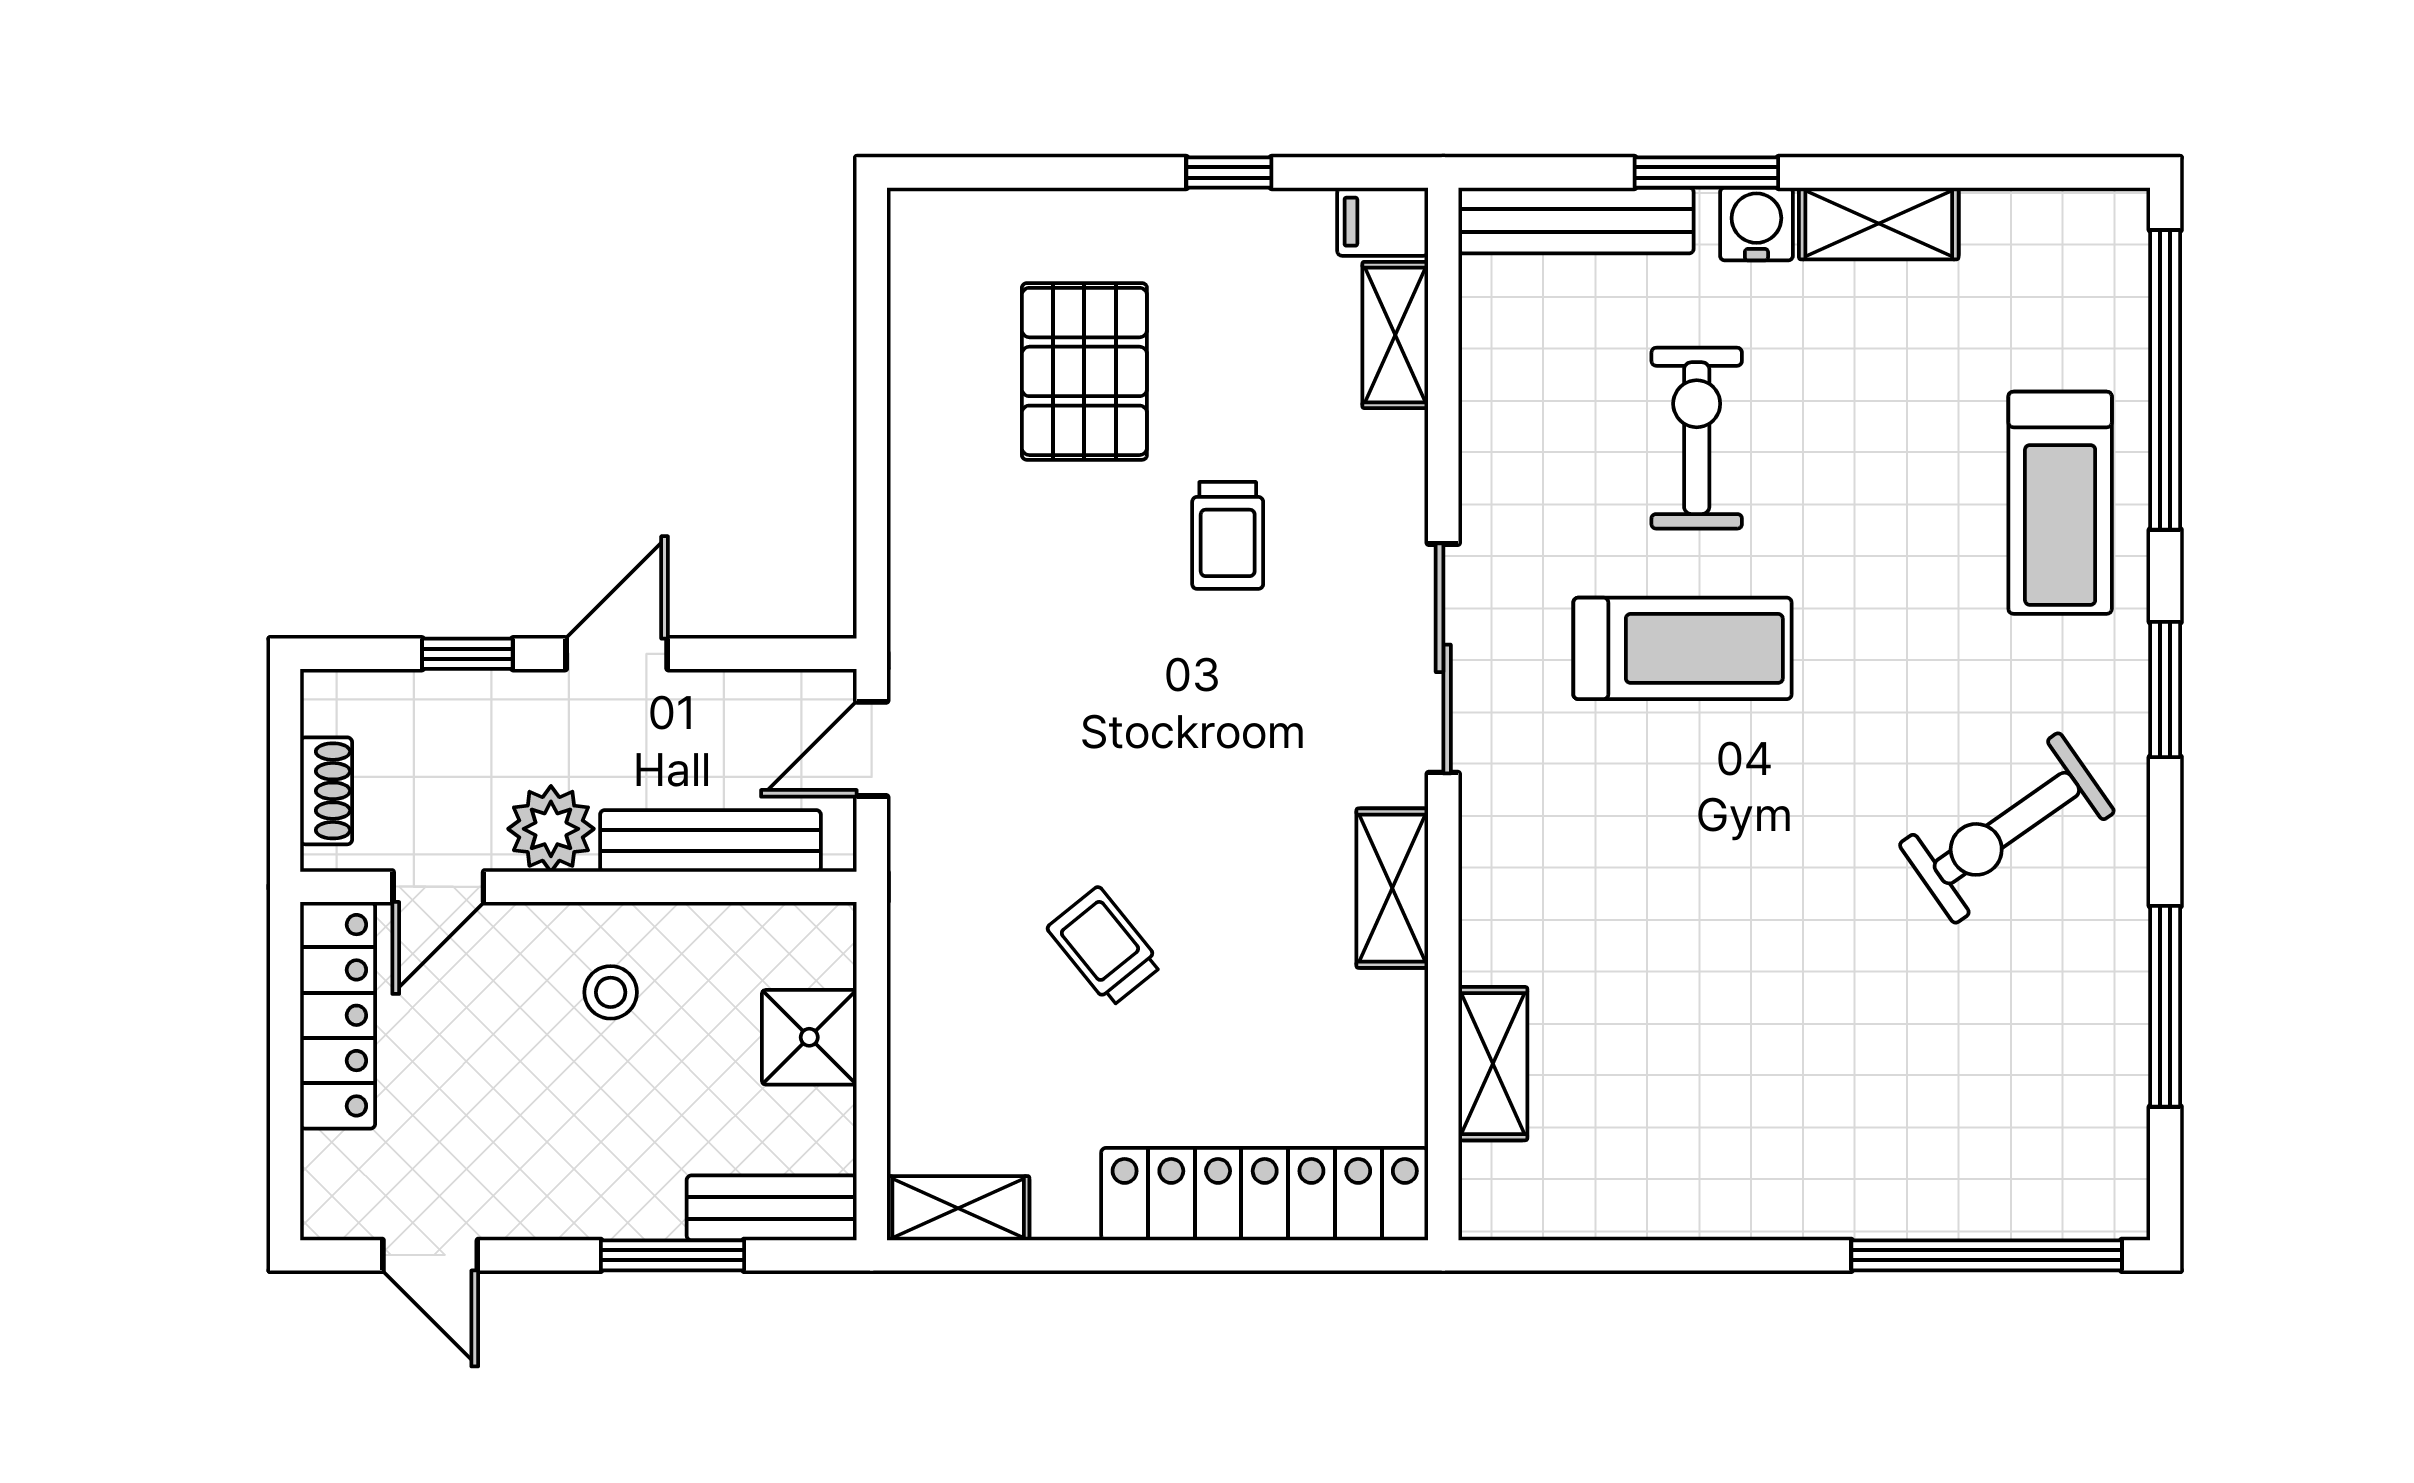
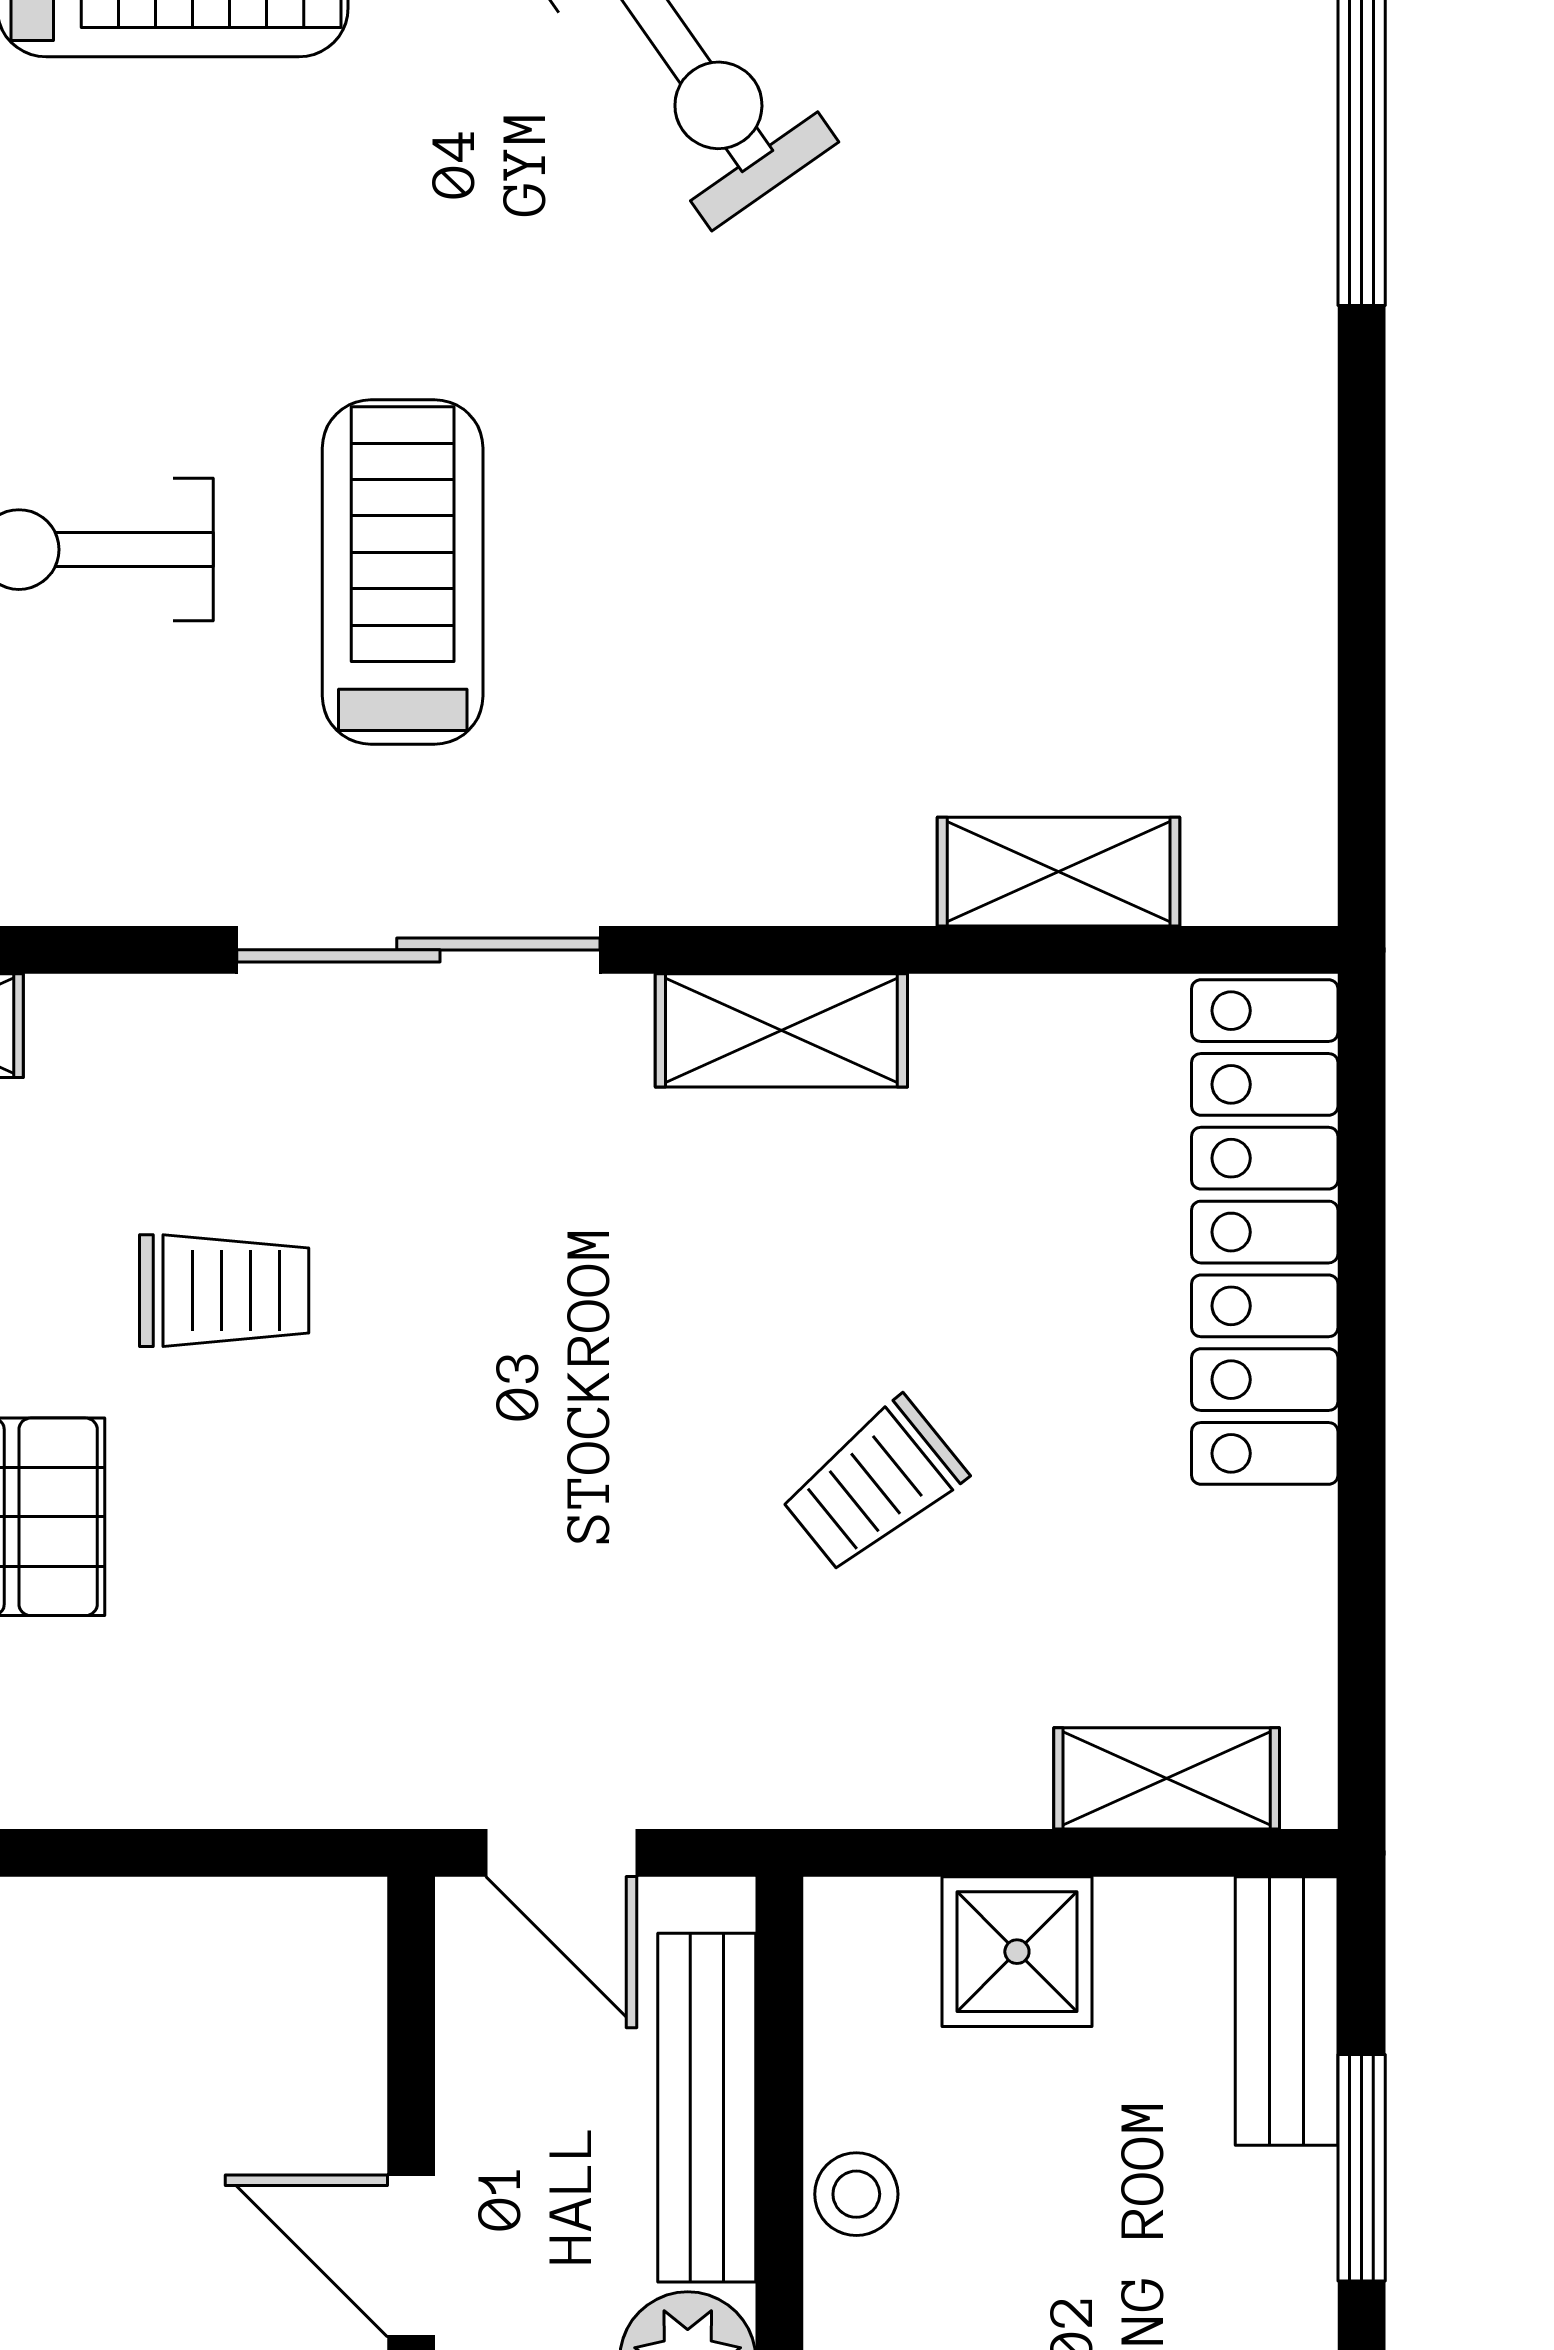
stool: (611, 992) -> (856, 2194), moved
shelving: (958, 1208) -> (1167, 1778), moved, turned 90

